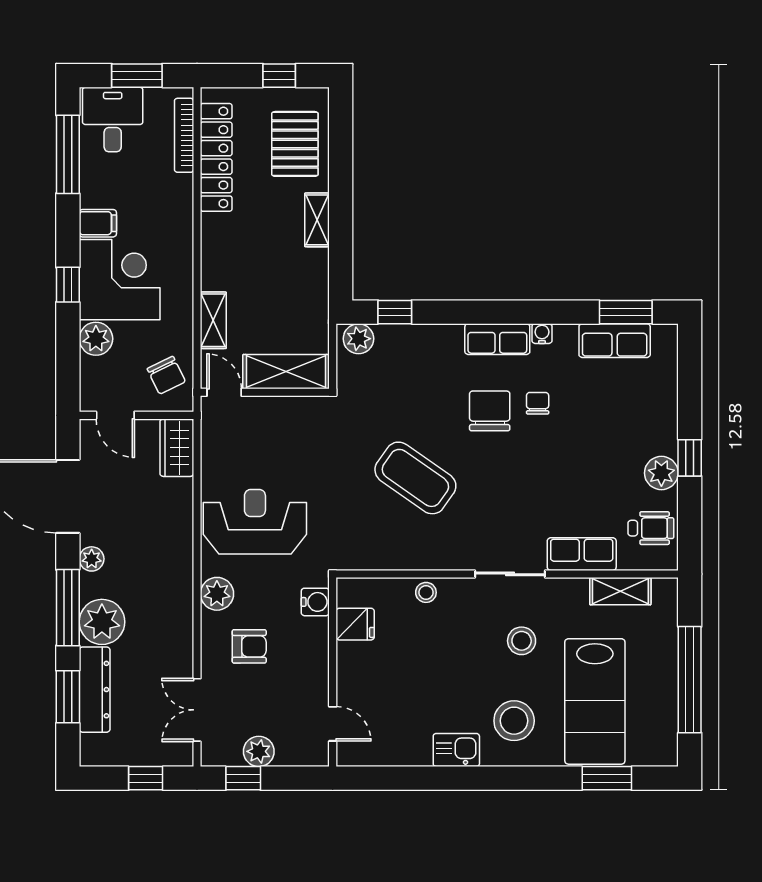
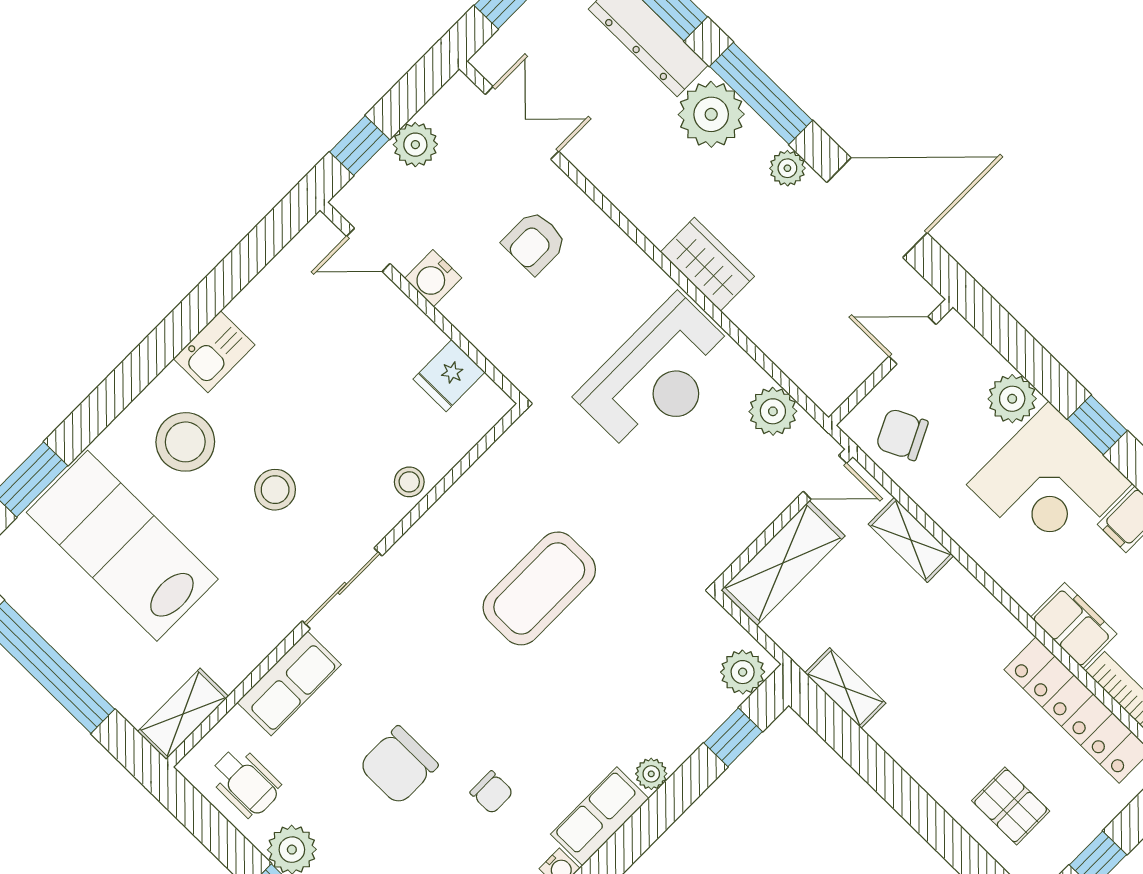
pallet: (295, 144) -> (1011, 806), width x0.67, depth x0.71
filing cabinet: (177, 200) -> (1074, 626), added
shelving: (317, 220) -> (845, 688), moved
plant: (452, 334) -> (651, 774), added
chair: (490, 411) -> (398, 765), moved, turned 90
wardrobe: (177, 448) -> (707, 264), moved
coffee table: (415, 478) -> (539, 588), turned -35
wheelchair: (651, 528) -> (245, 782), turned -90
shelving: (620, 591) -> (183, 714), moved
plant: (217, 594) -> (773, 411), moved
water cooler: (315, 602) -> (433, 278), moved
stool: (522, 641) -> (275, 490), moved
window: (243, 778) -> (359, 146), moved

